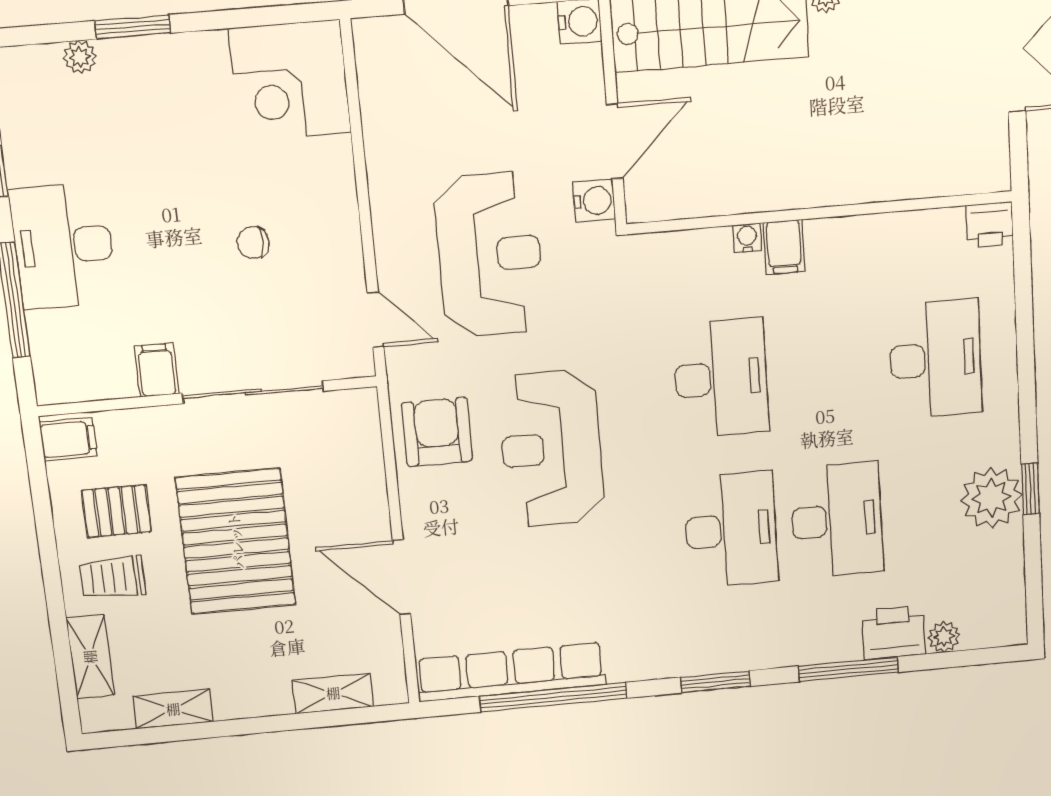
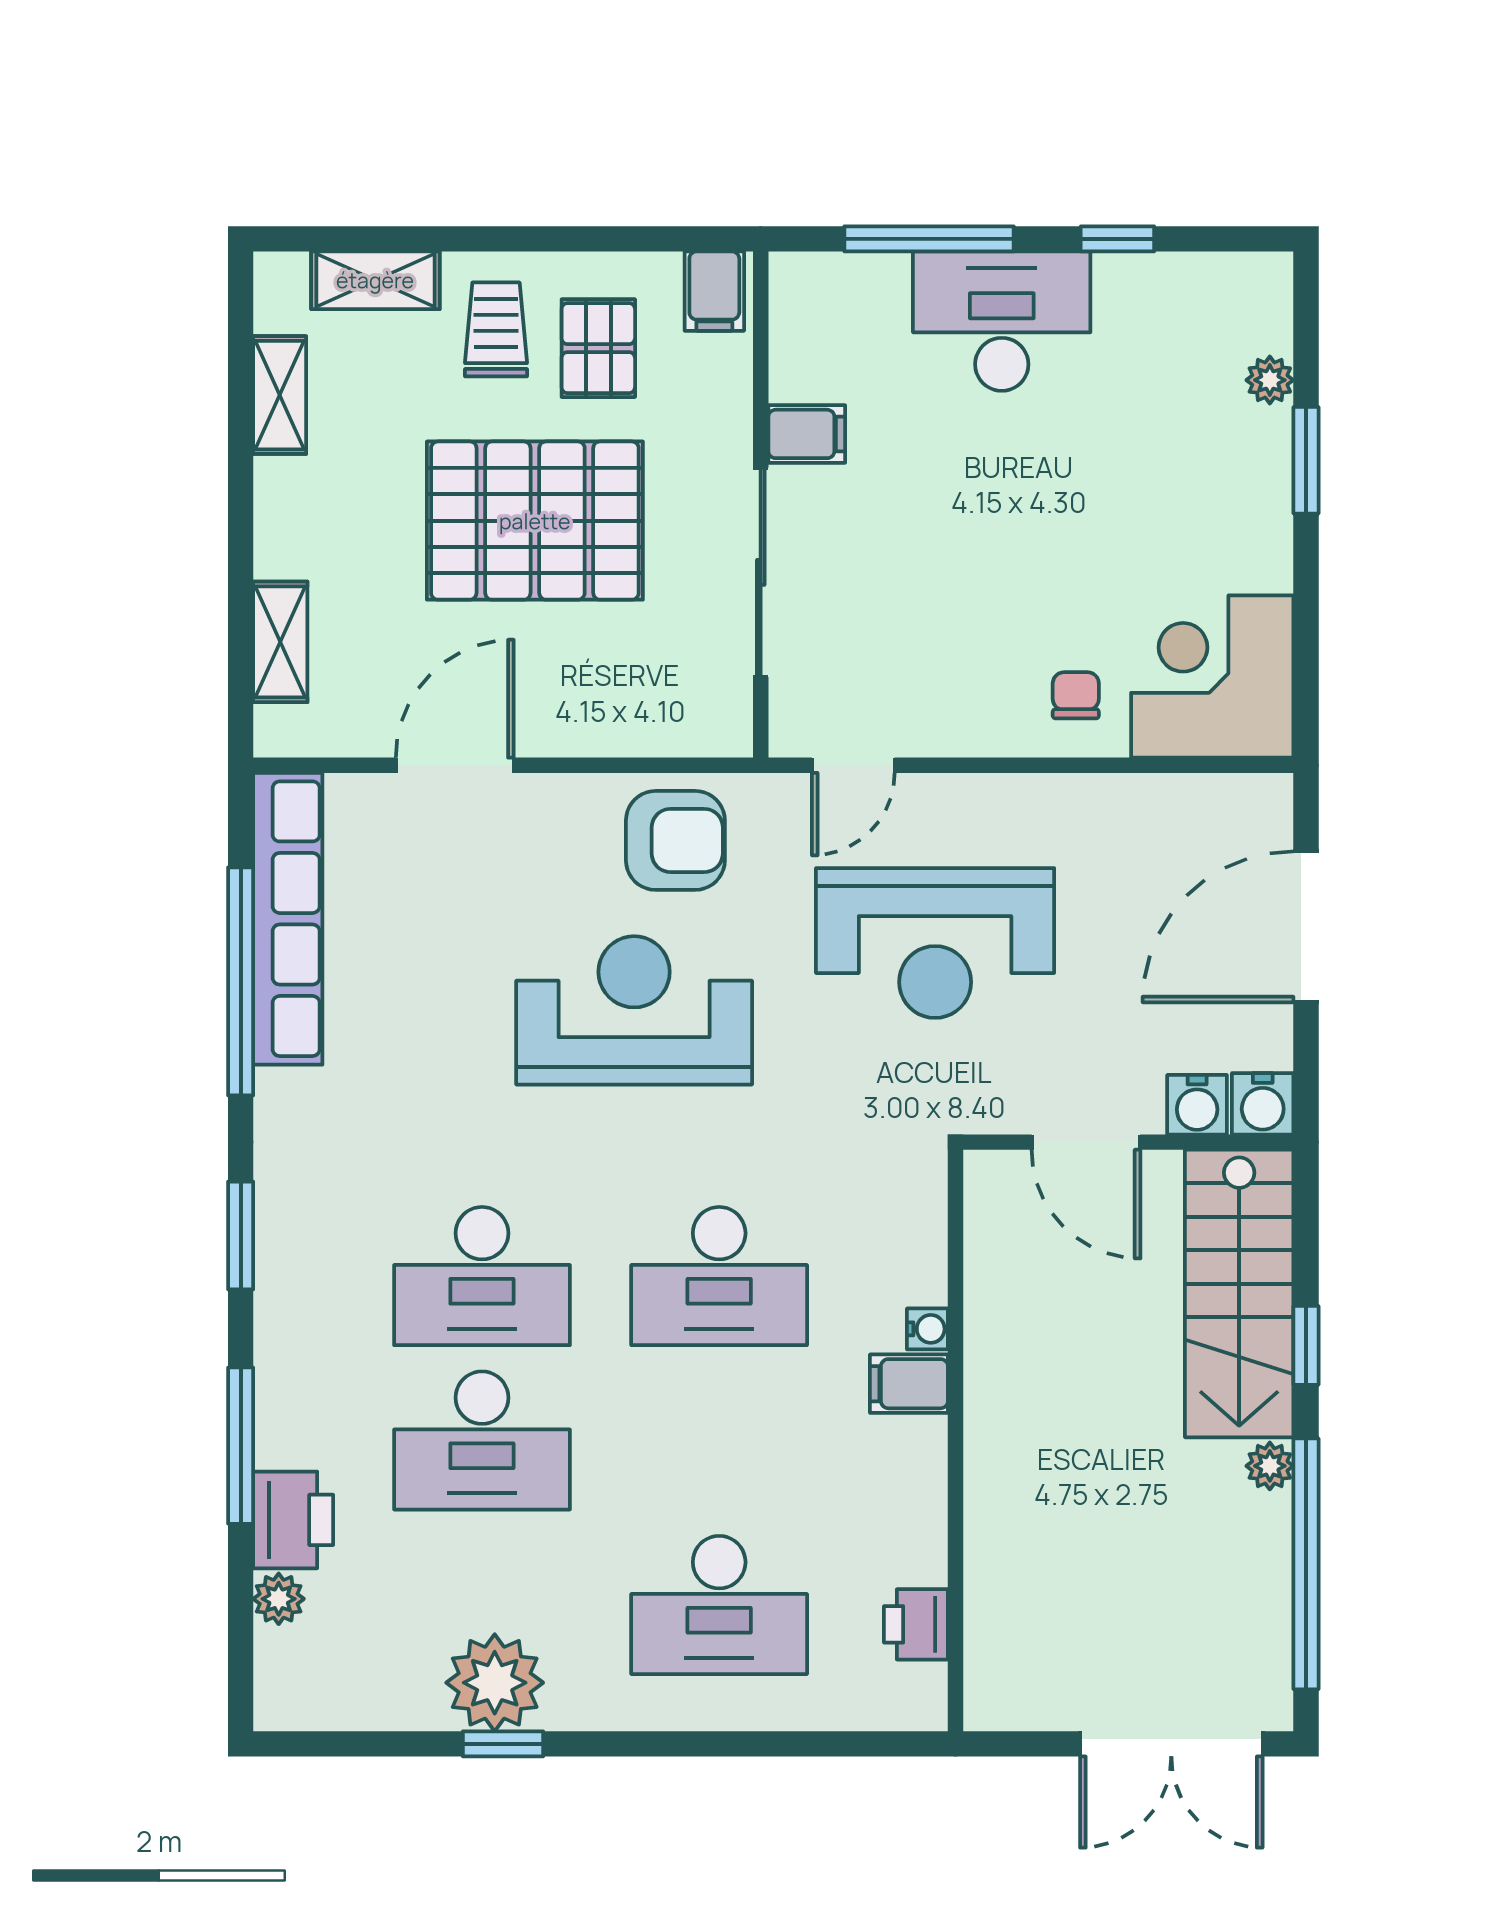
water cooler: (594, 201) -> (1197, 1105), moved
printer: (990, 225) -> (916, 1624), moved
chair: (253, 242) -> (1076, 695), moved

